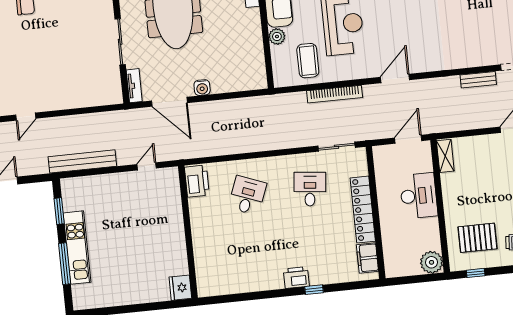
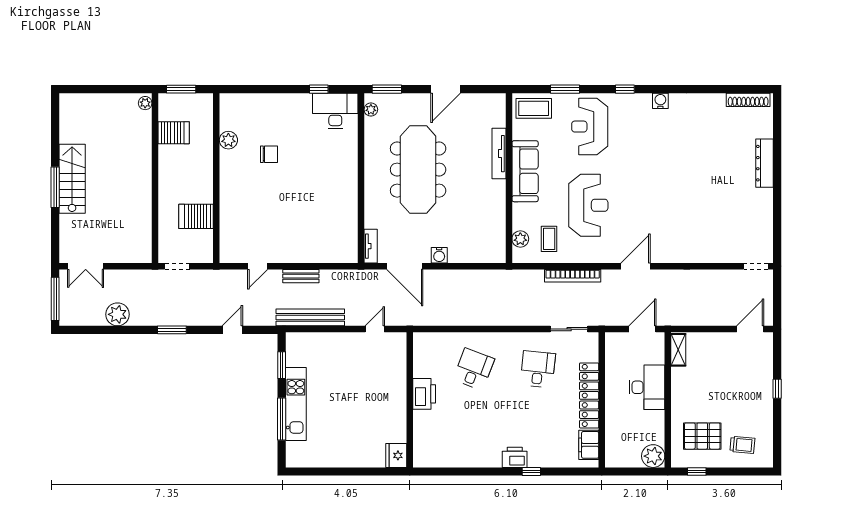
plant: (277, 36) -> (520, 239), moved
sliding door: (120, 42) -> (361, 200), removed
coffee table: (308, 61) -> (549, 239), width x0.73, depth x0.77
bench: (478, 80) -> (301, 276), moved
printer: (197, 181) -> (424, 394), moved

